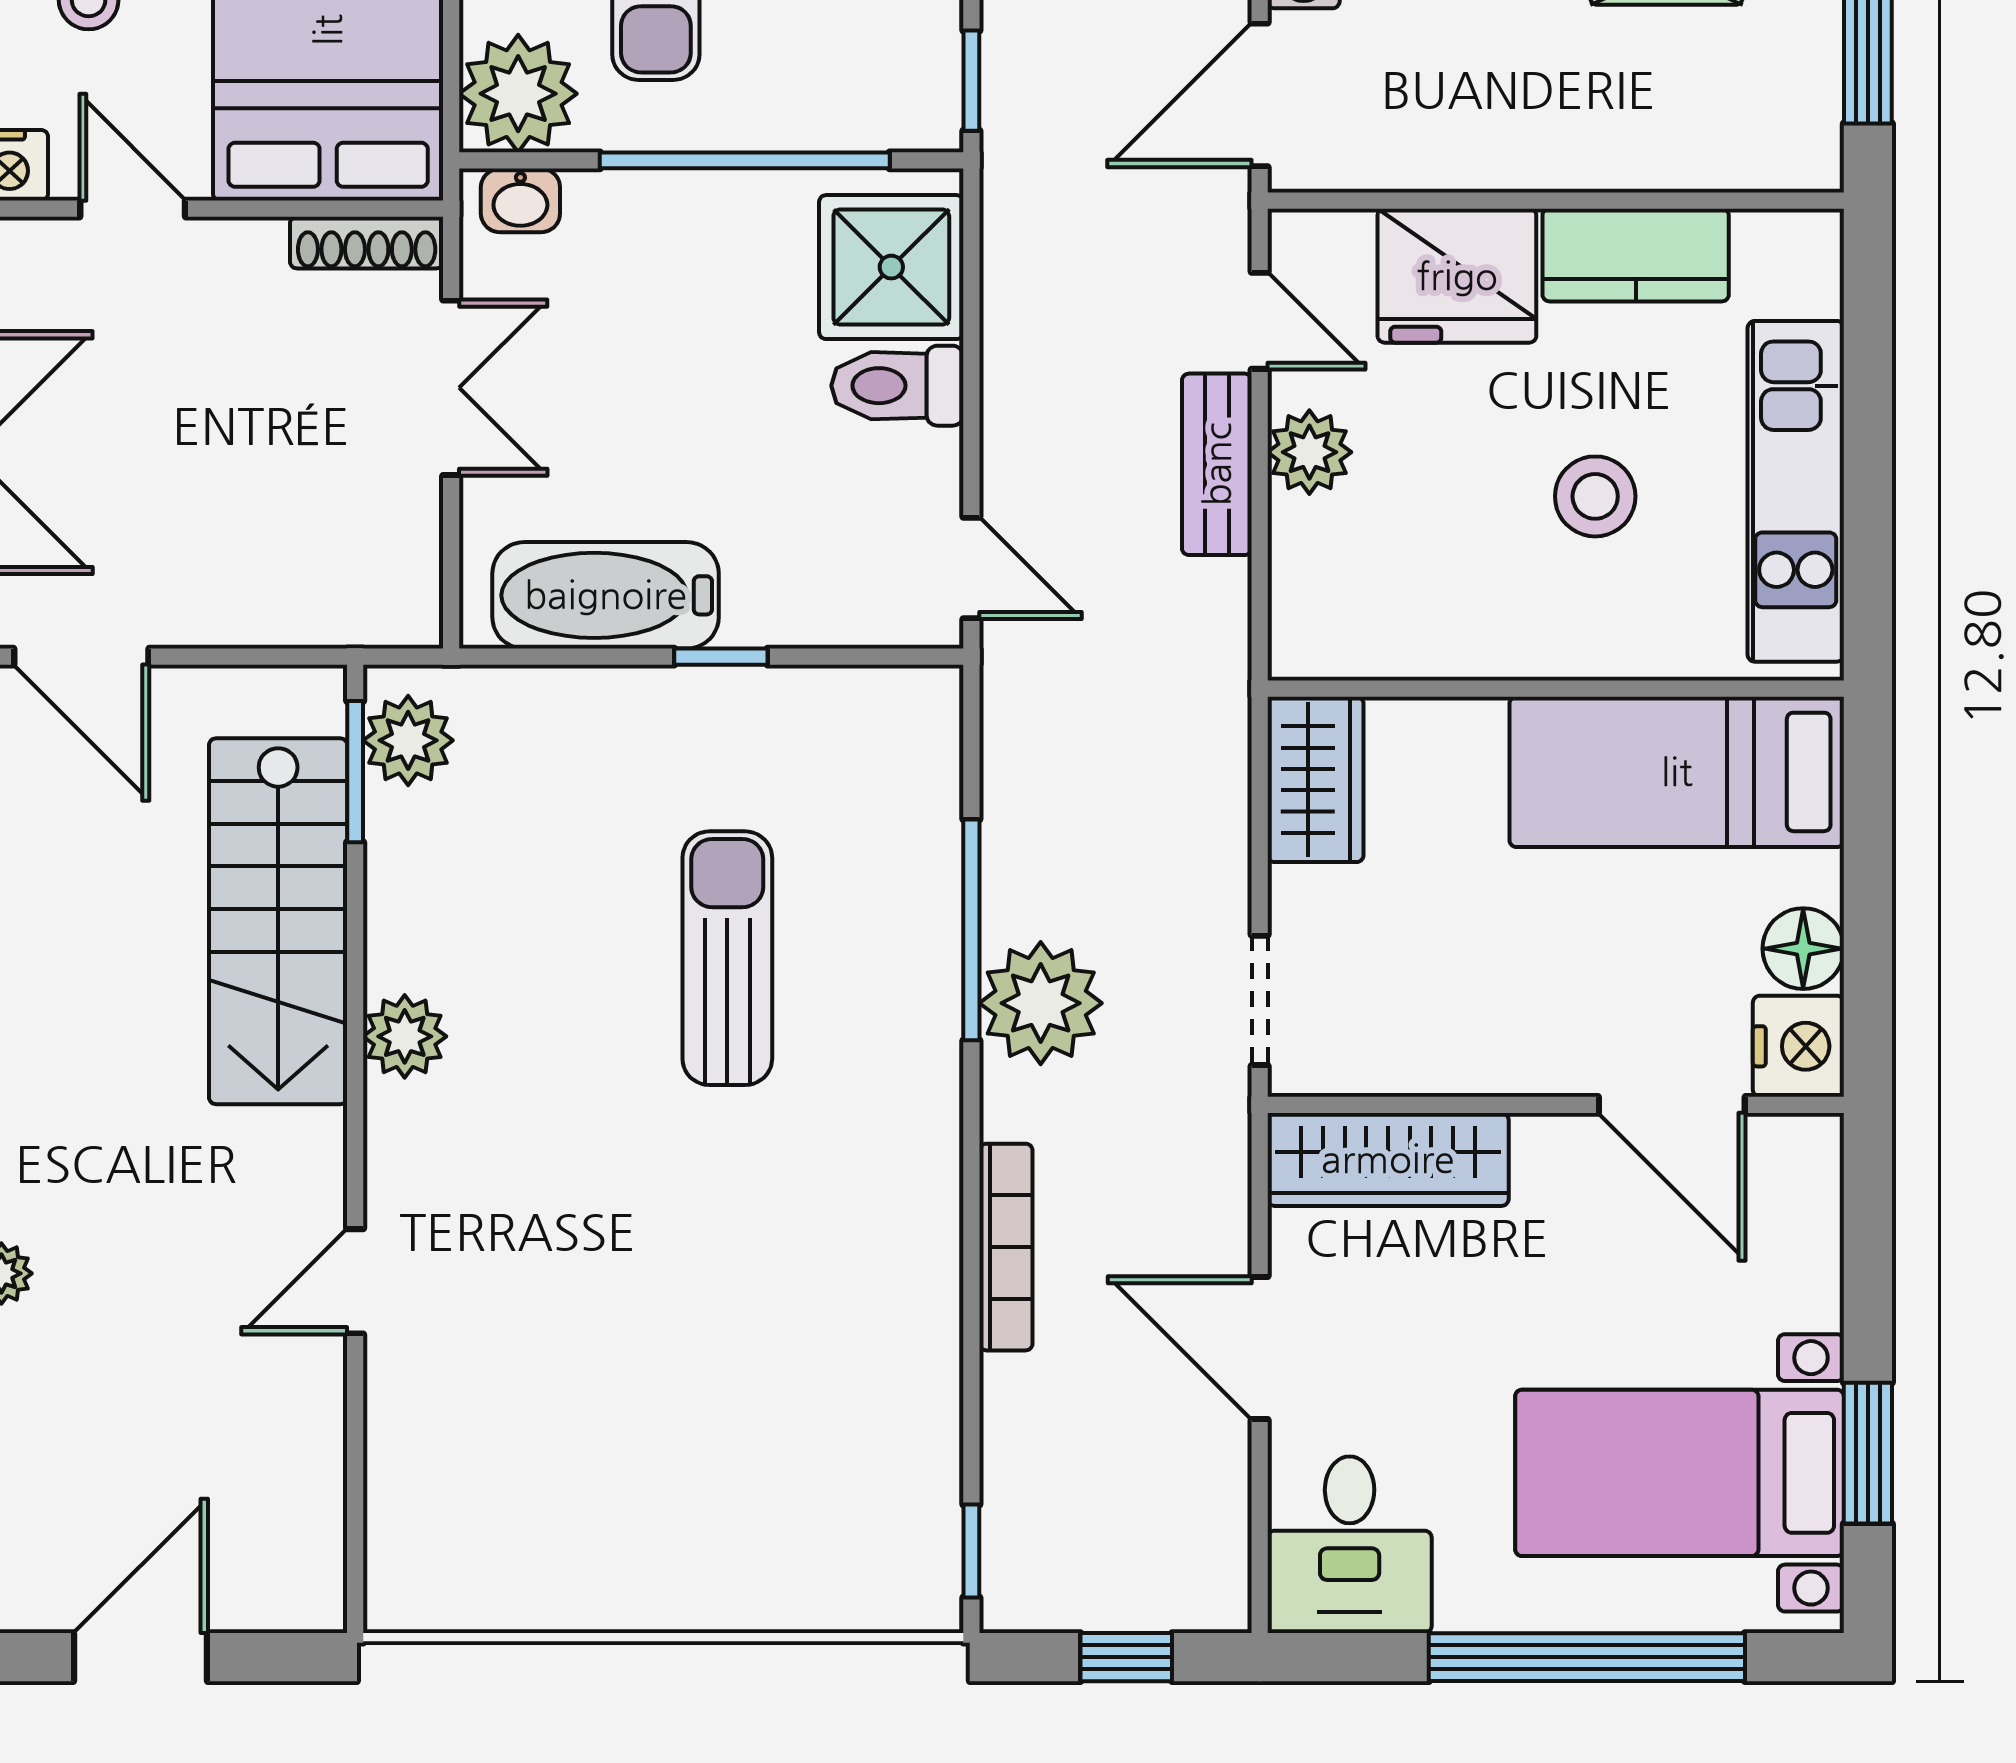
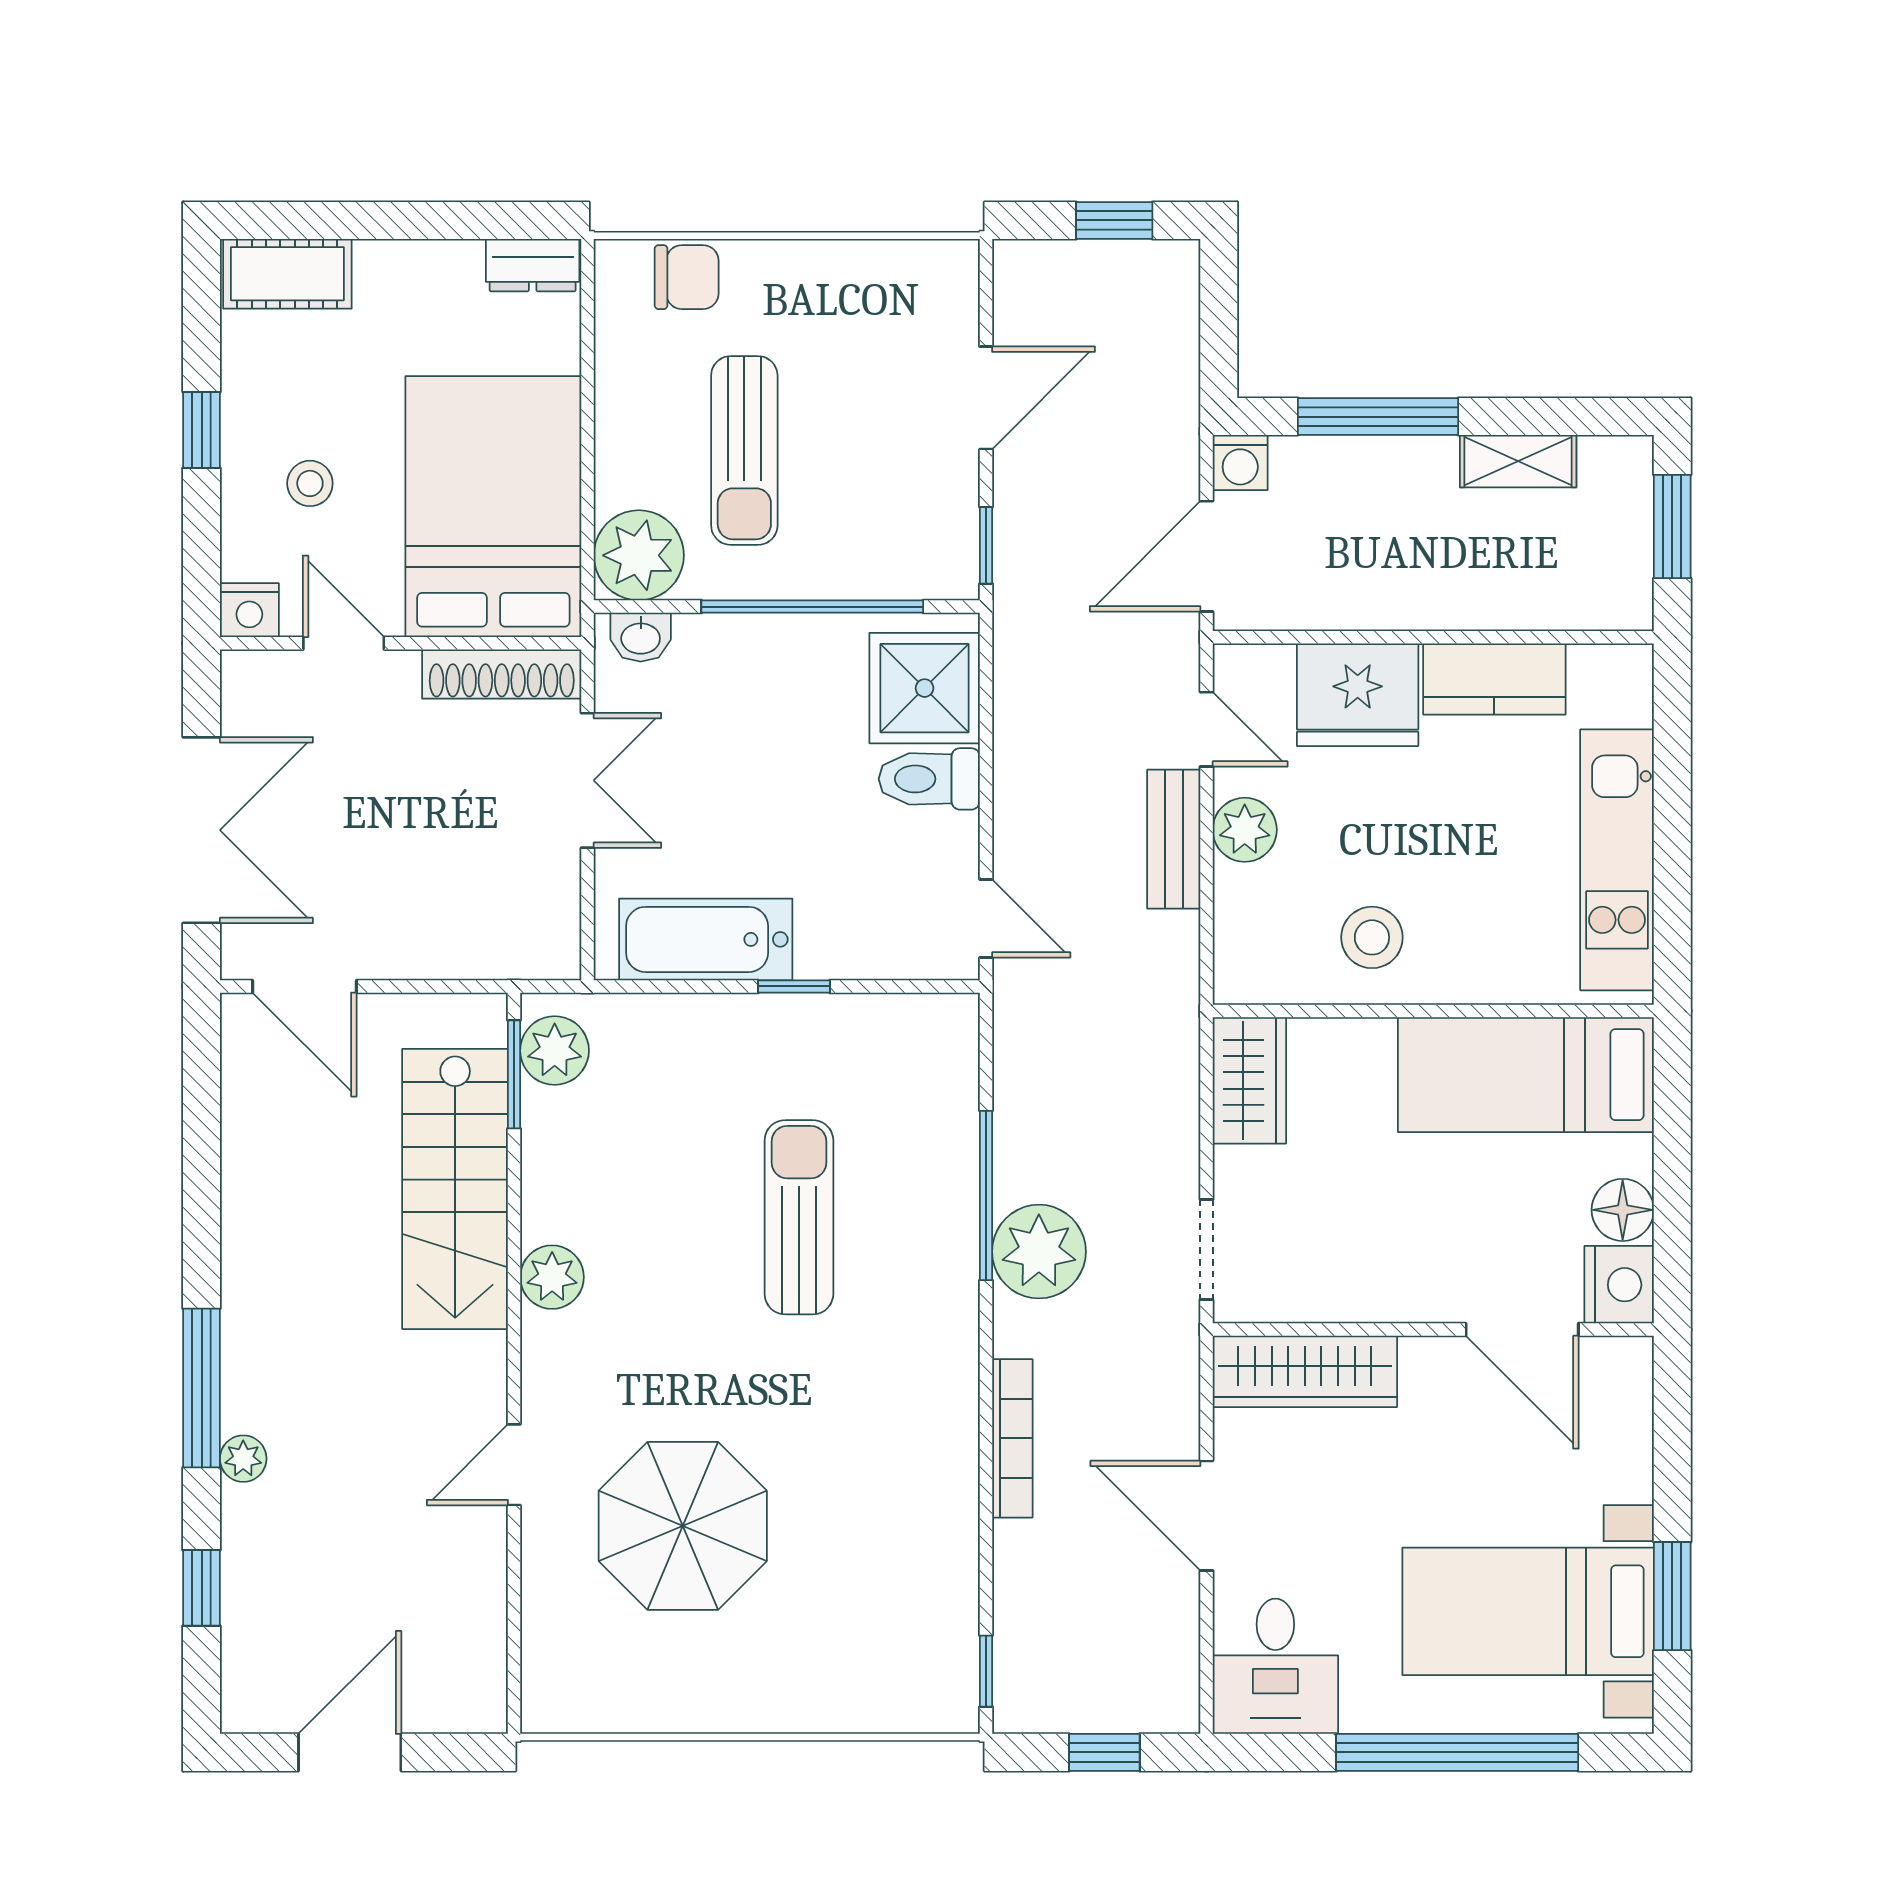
shoe rack: (367, 243) -> (502, 674), width x1.36, depth x1.24
stool: (1595, 496) -> (1372, 937), moved
parasol: (576, 1361) -> (683, 1526), added

